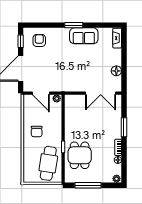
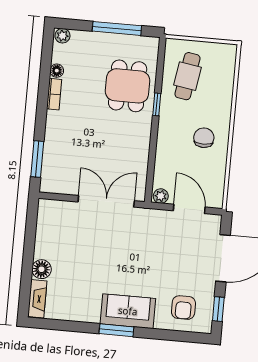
sofa: (84, 36) -> (128, 311), moved
floor lamp: (116, 71) -> (41, 269), moved
double door: (101, 93) -> (106, 201), moved
window: (124, 127) -> (37, 159), moved
cafe table: (48, 163) -> (187, 76), width x0.73, depth x0.74

